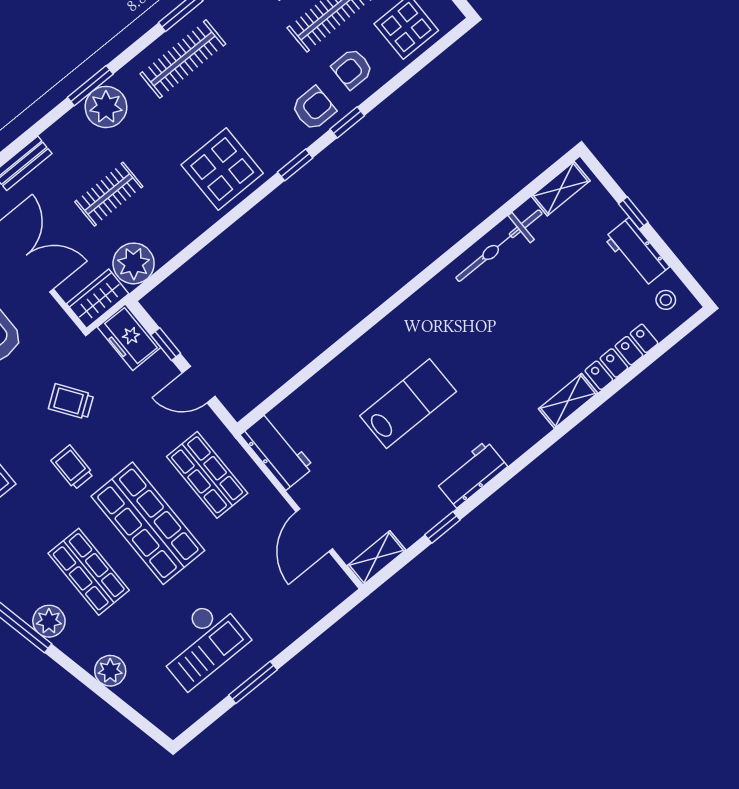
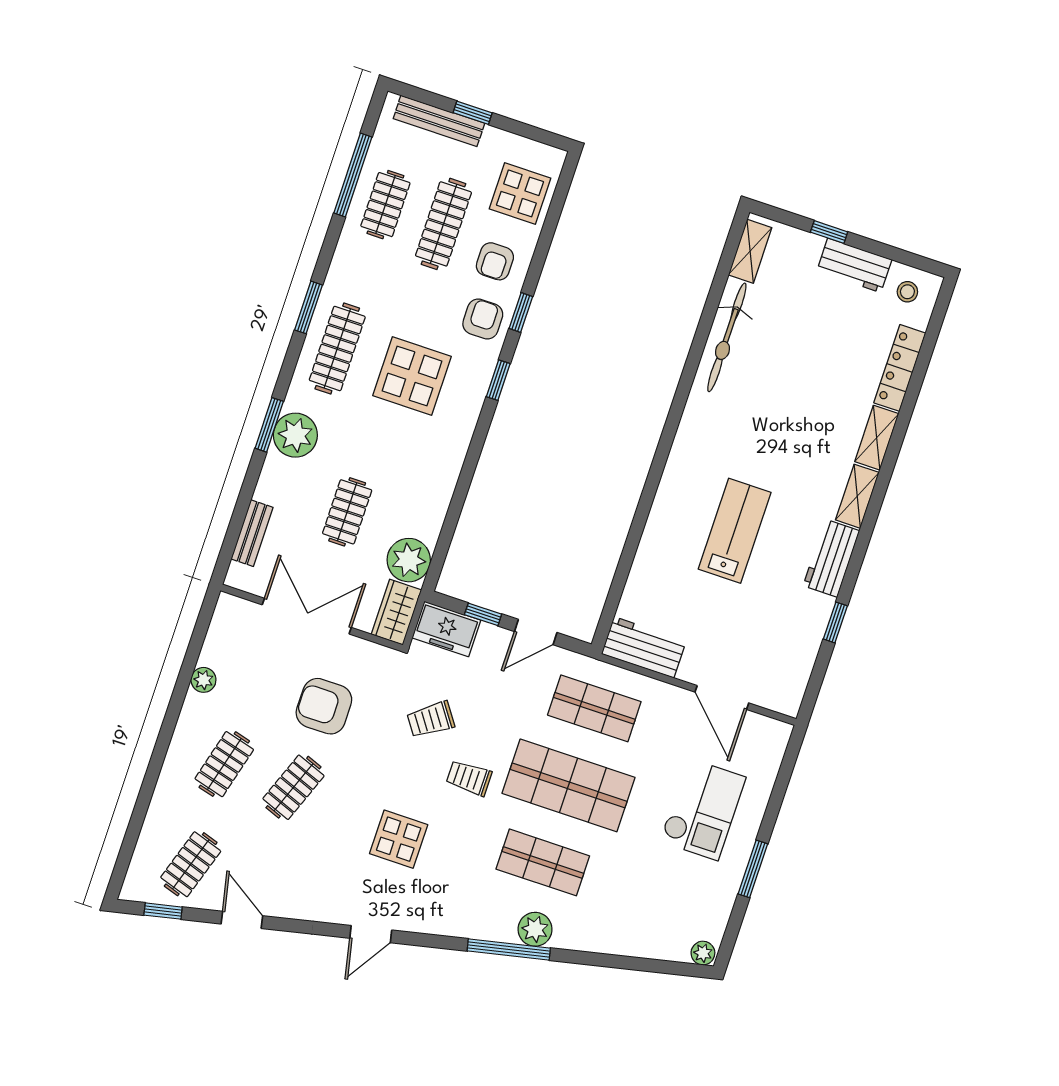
display table: (222, 169) -> (412, 376), moved
shelving: (376, 558) -> (857, 496), moved
checkout: (201, 644) -> (703, 809), moved
plant: (110, 671) -> (703, 953), moved, width x0.73, depth x0.73

